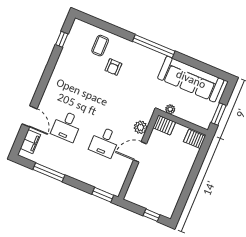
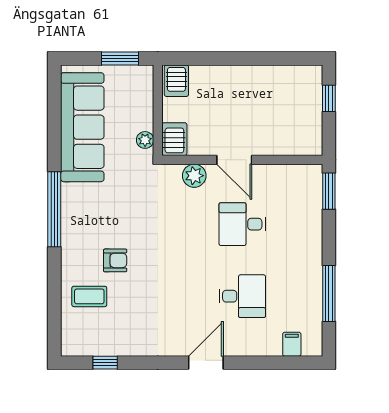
door: (30, 116) -> (206, 363), moved
filing cabinet: (30, 142) -> (292, 344), width x0.50
desk: (104, 142) -> (242, 224), turned 180

